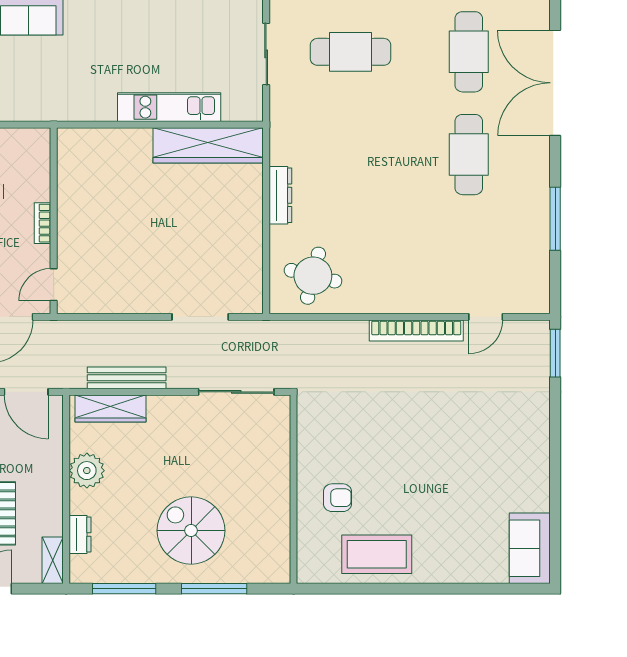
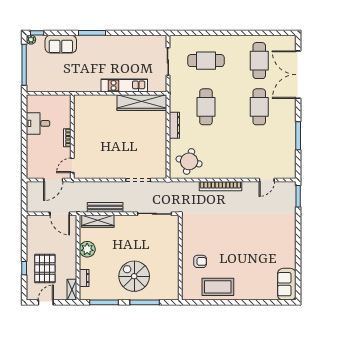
cafe table: (351, 155) -> (206, 107), added
bookcase: (416, 331) -> (220, 186), moved

